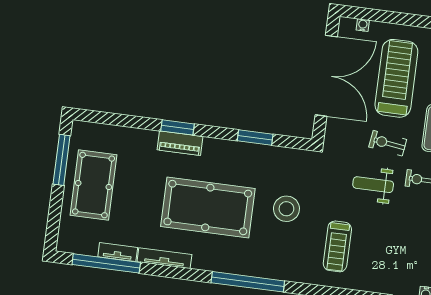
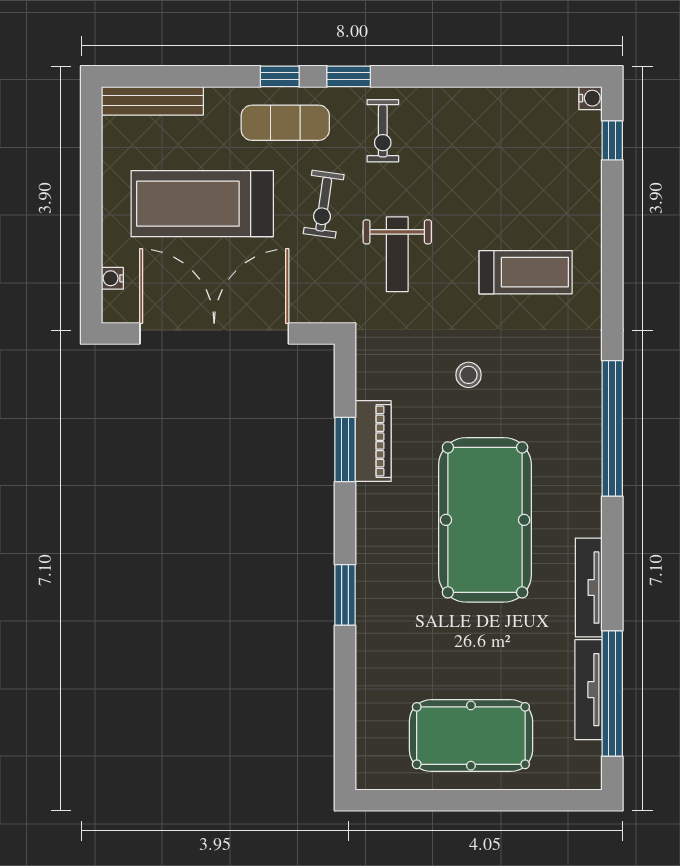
piano: (180, 143) -> (373, 441), moved
window: (62, 160) -> (432, 800), removed
weight bench: (373, 185) -> (397, 254), moved
stool: (286, 209) -> (468, 375), width x0.53, depth x0.53
tv unit: (118, 252) -> (589, 690), width x1.41

